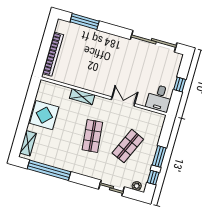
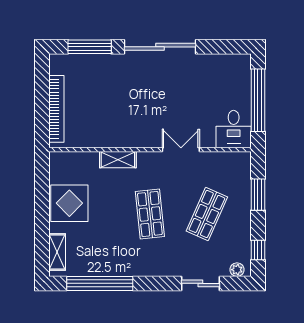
sliding door: (154, 41) -> (160, 47), moved
window: (180, 84) -> (258, 100), width x3.17
window: (159, 156) -> (258, 195), moved

